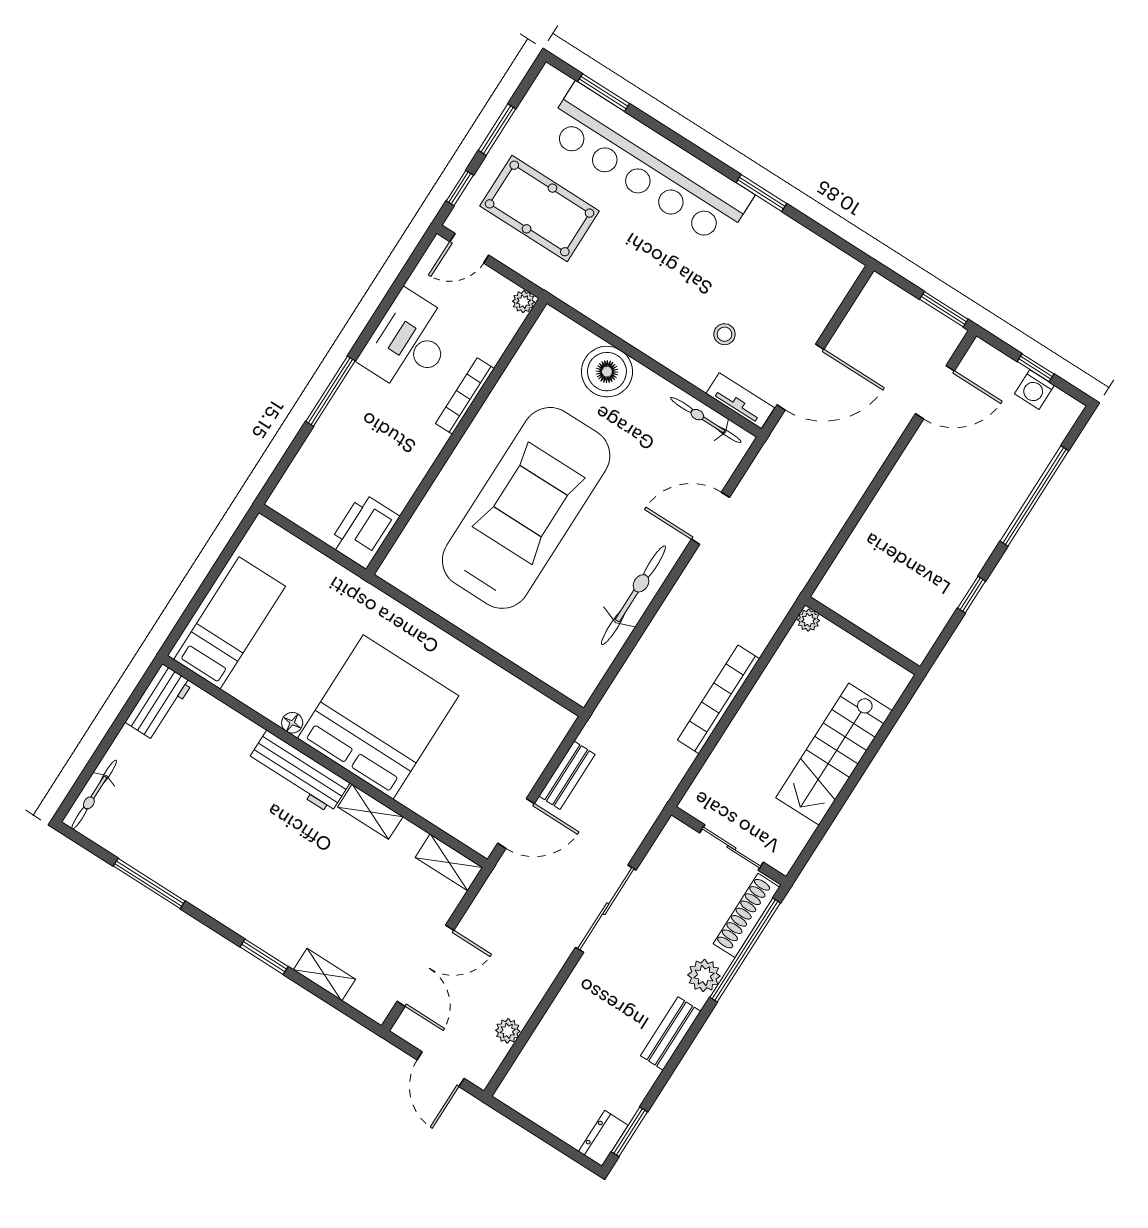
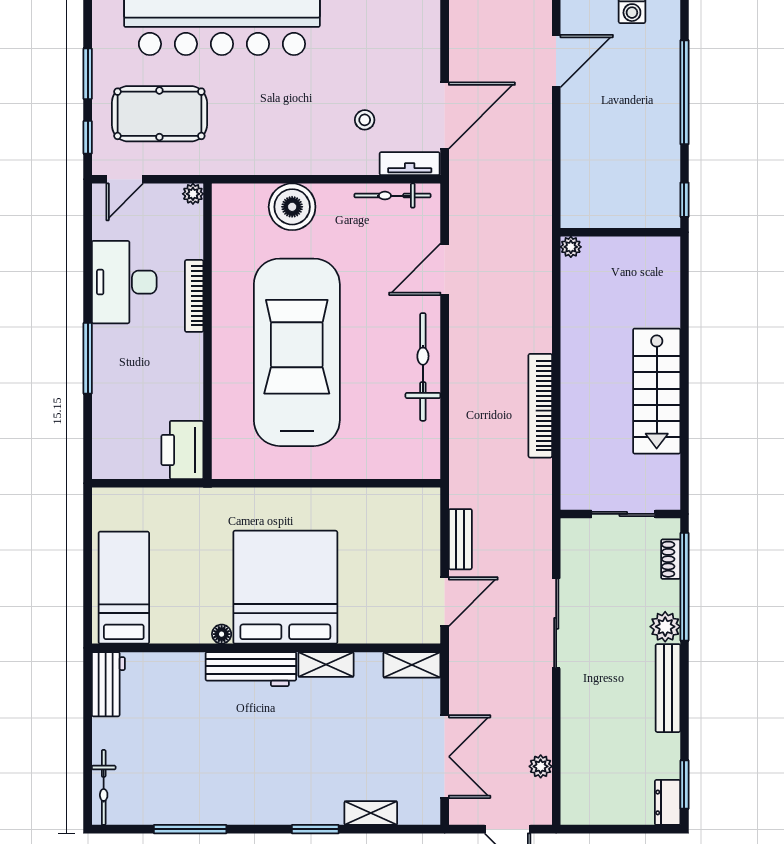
plant: (808, 620) -> (571, 247), moved
wall: (863, 636) -> (620, 232), moved
shoe rack: (746, 915) -> (671, 559), width x0.51, depth x0.81
bench: (671, 1034) -> (668, 688), width x1.36

